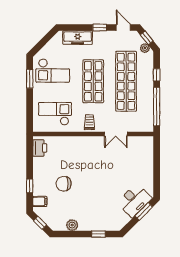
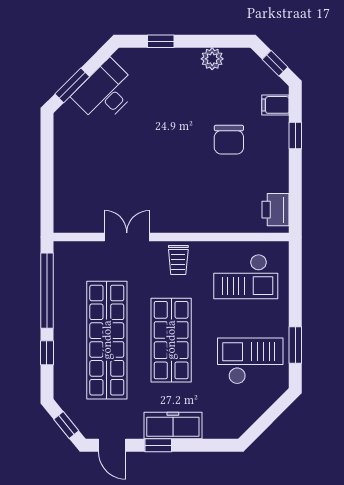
freezer: (78, 38) -> (173, 426), moved
plant: (145, 48) -> (70, 405), removed
chair: (64, 184) -> (229, 140), turned 90
desk: (134, 200) -> (106, 92), moved

